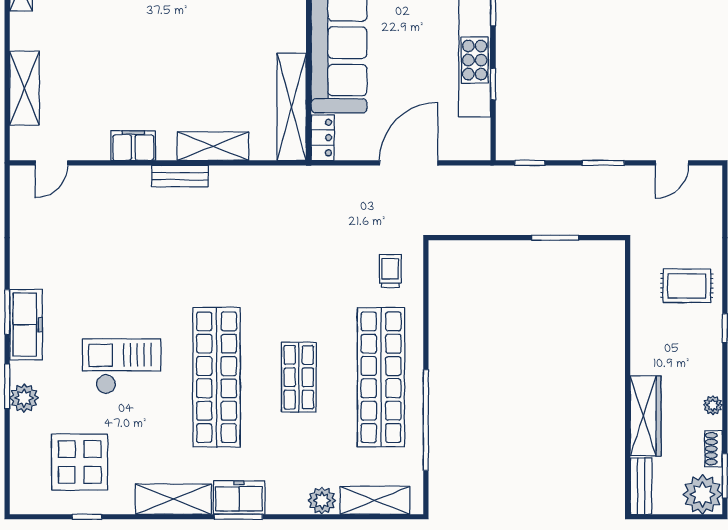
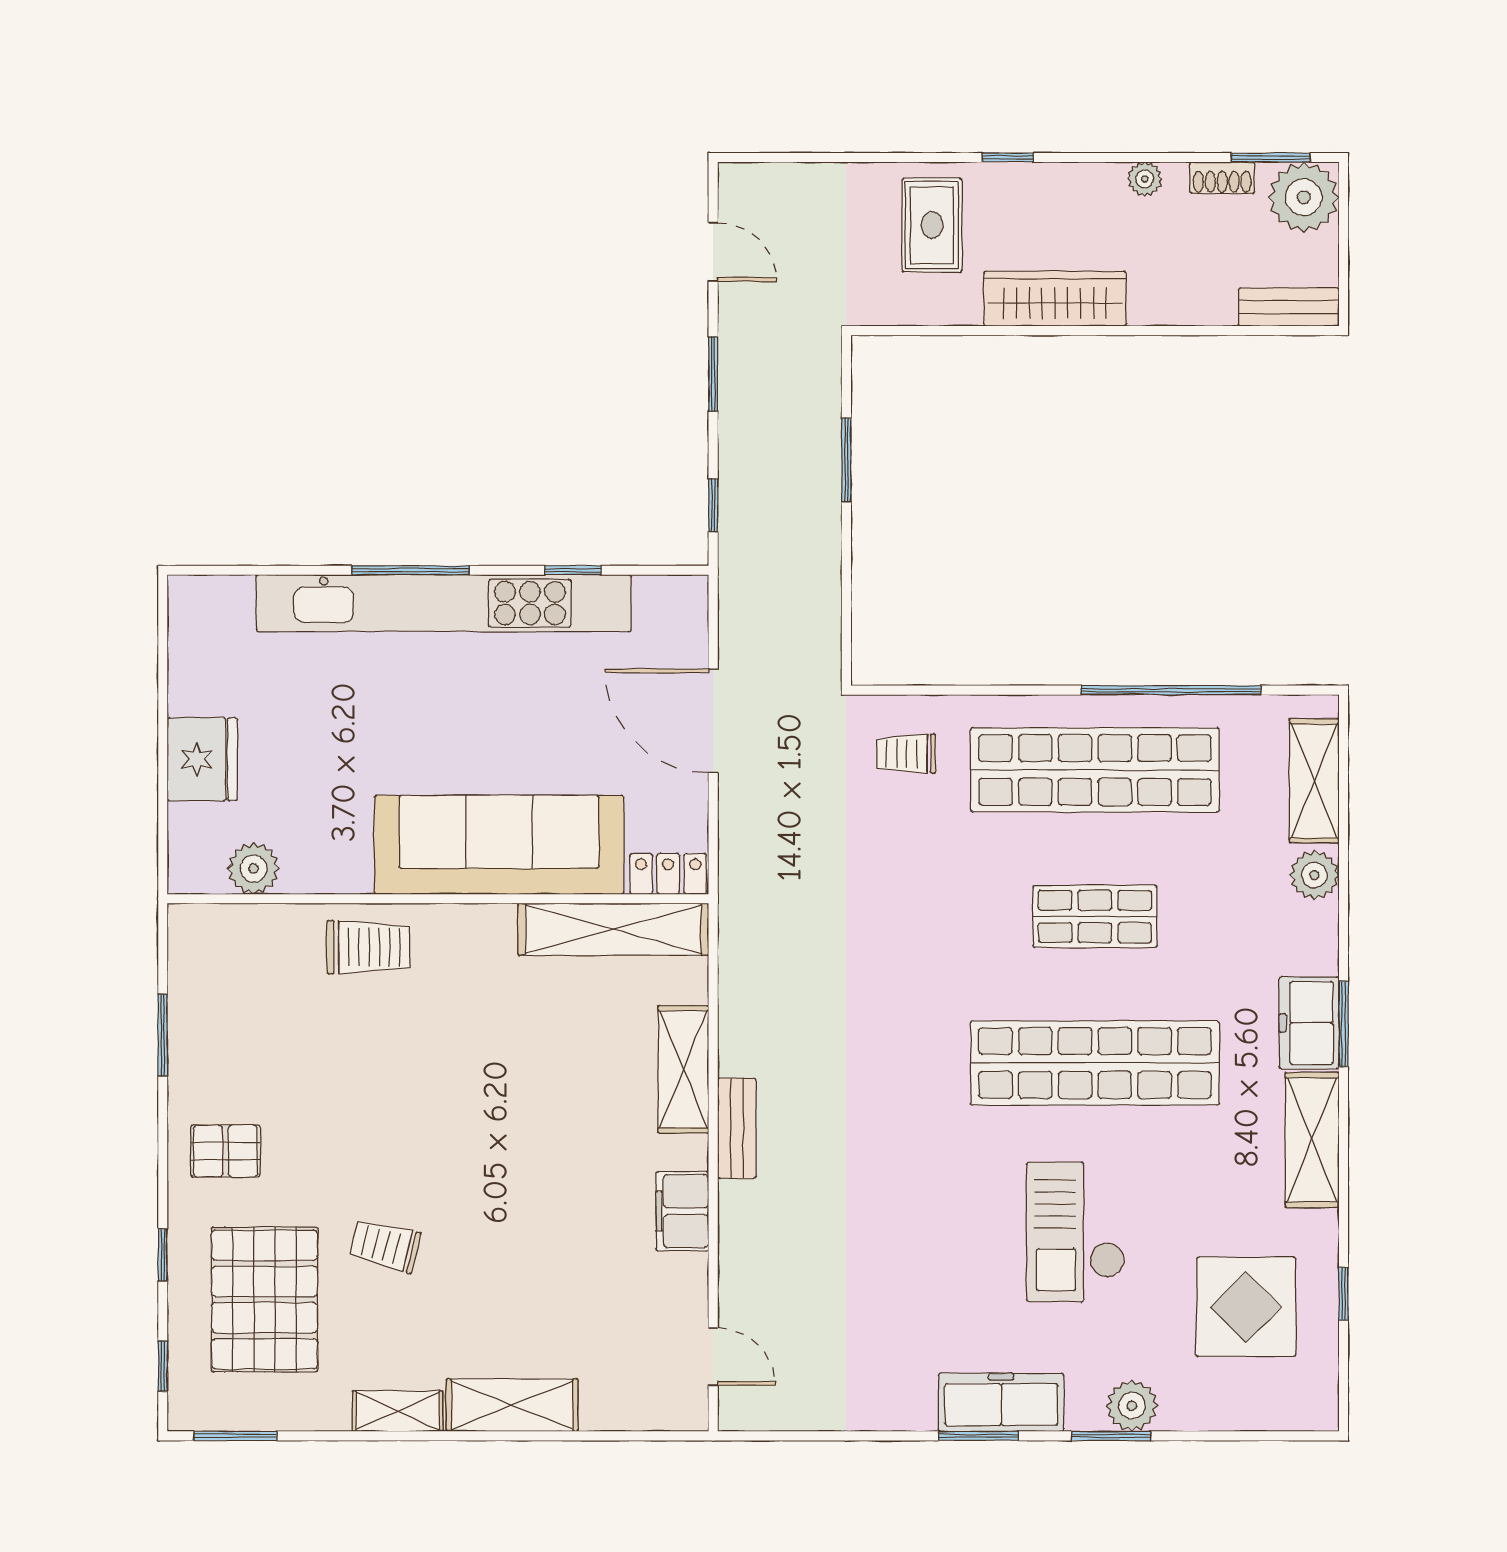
shelving: (24, 88) -> (512, 1405), moved
wardrobe: (646, 416) -> (1055, 299), moved

